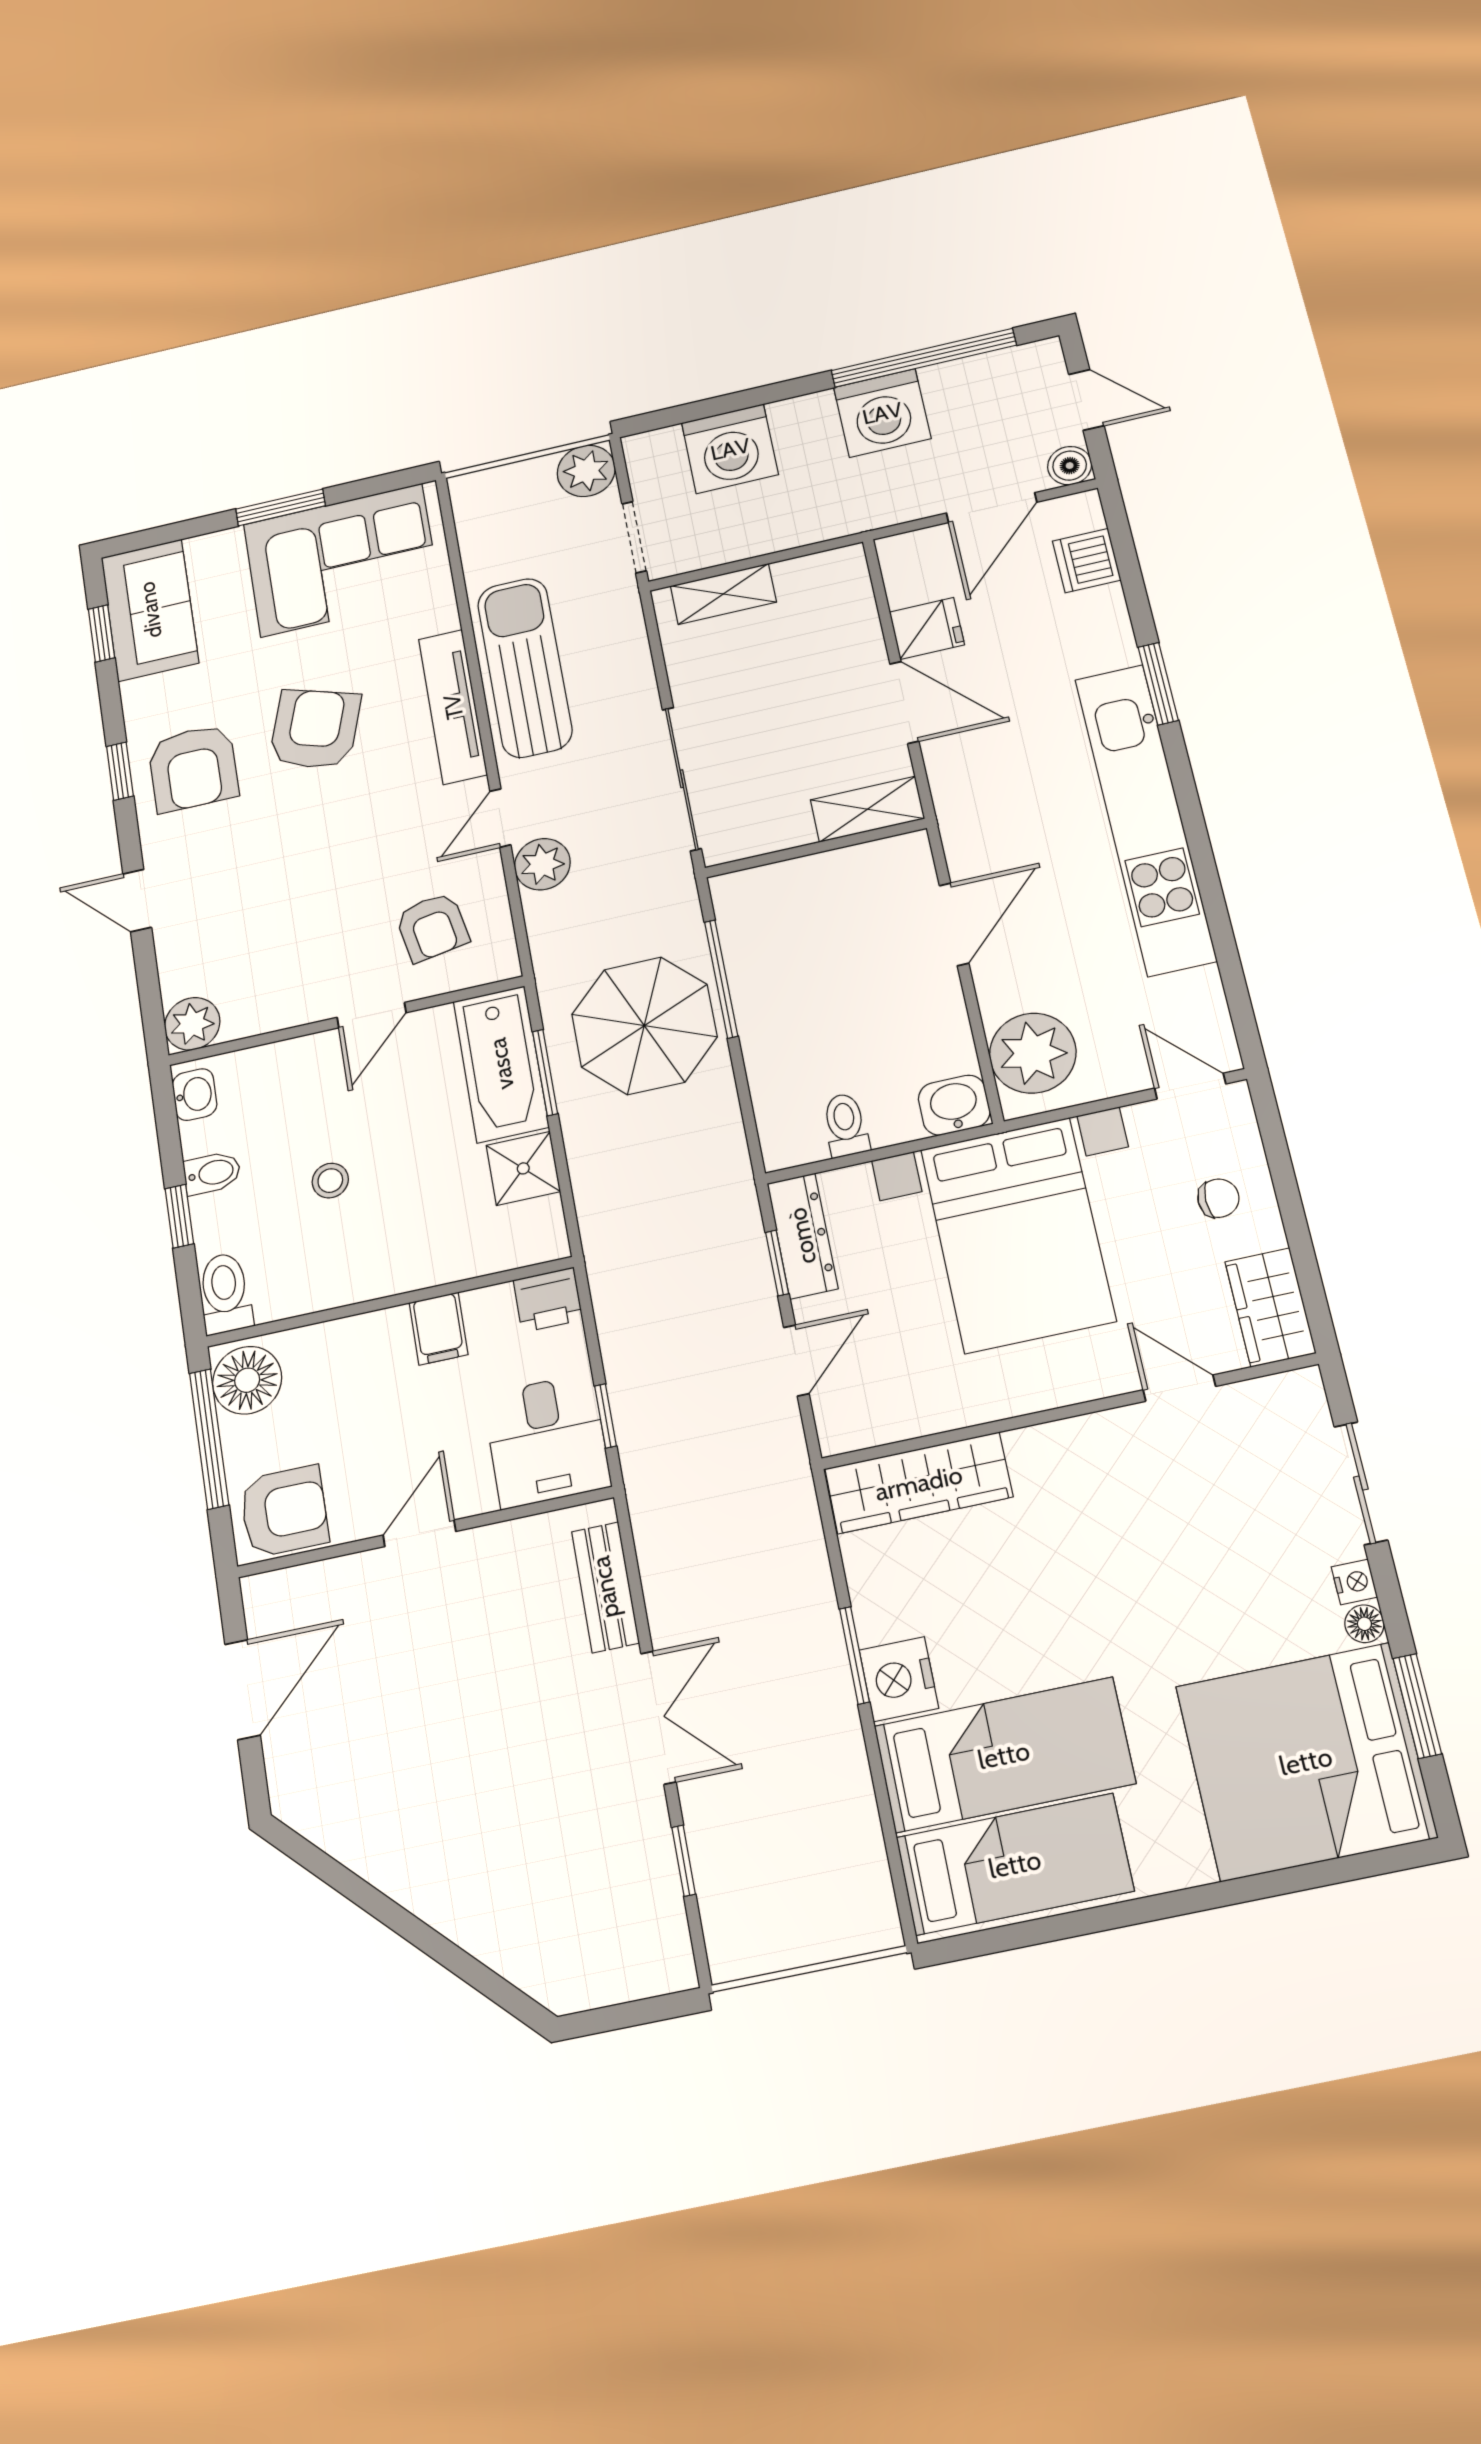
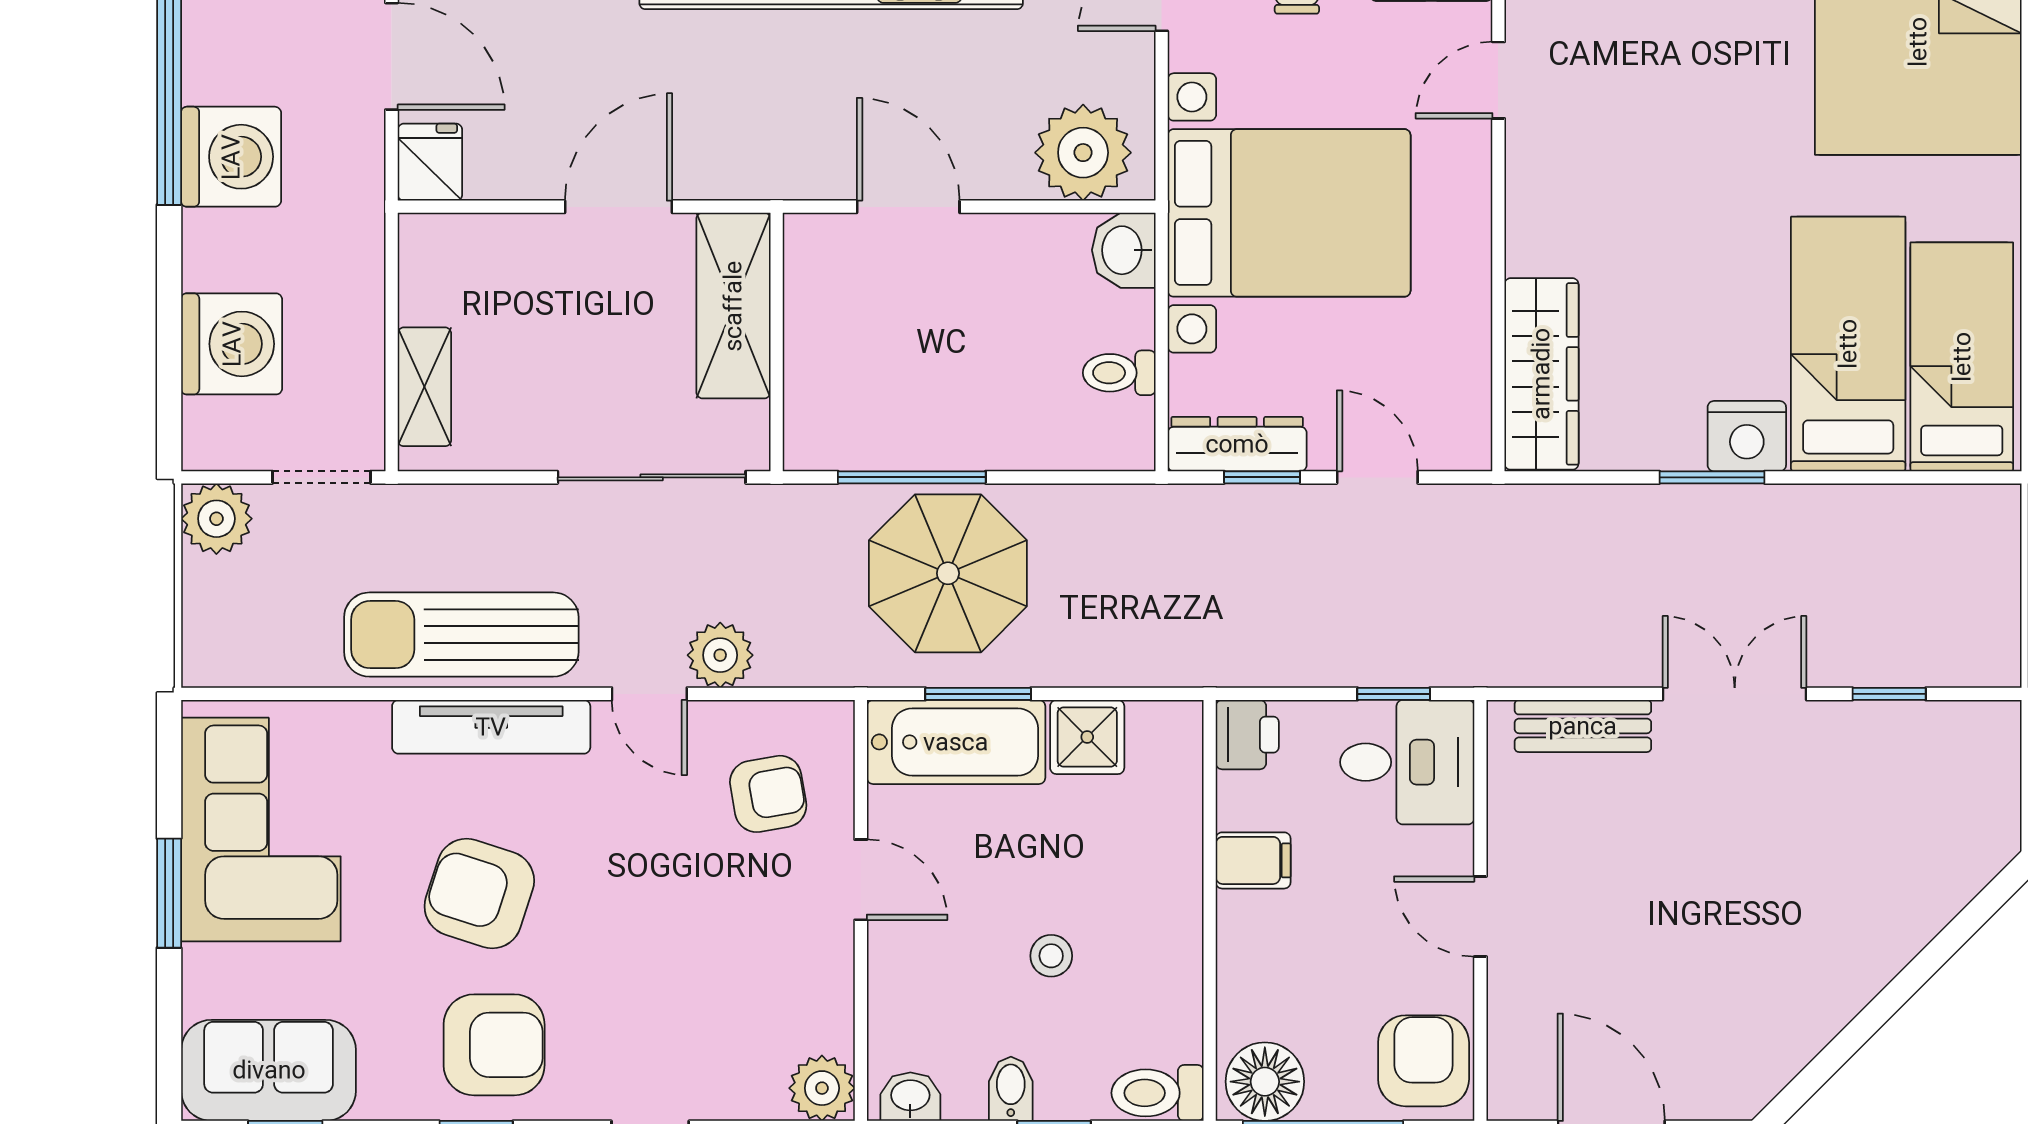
fridge: (927, 628) -> (430, 162), moved
shelving: (867, 809) -> (733, 306), width x1.50, depth x1.33

